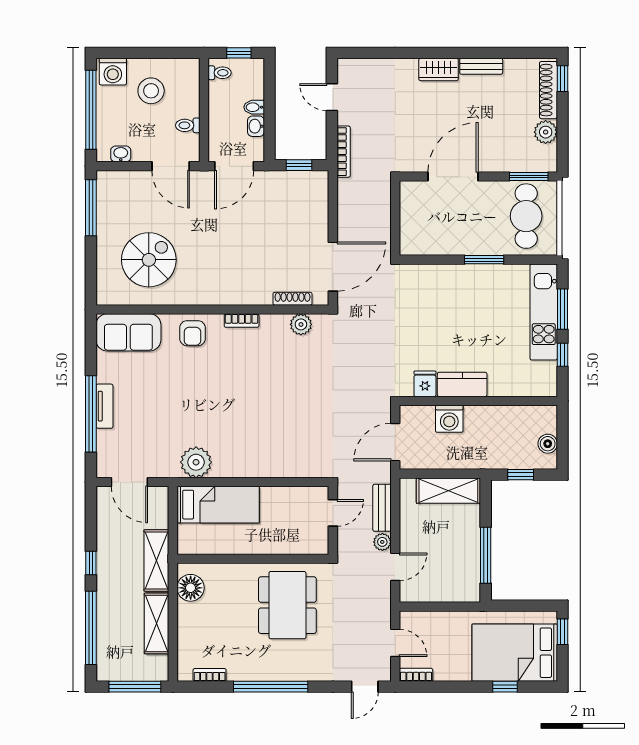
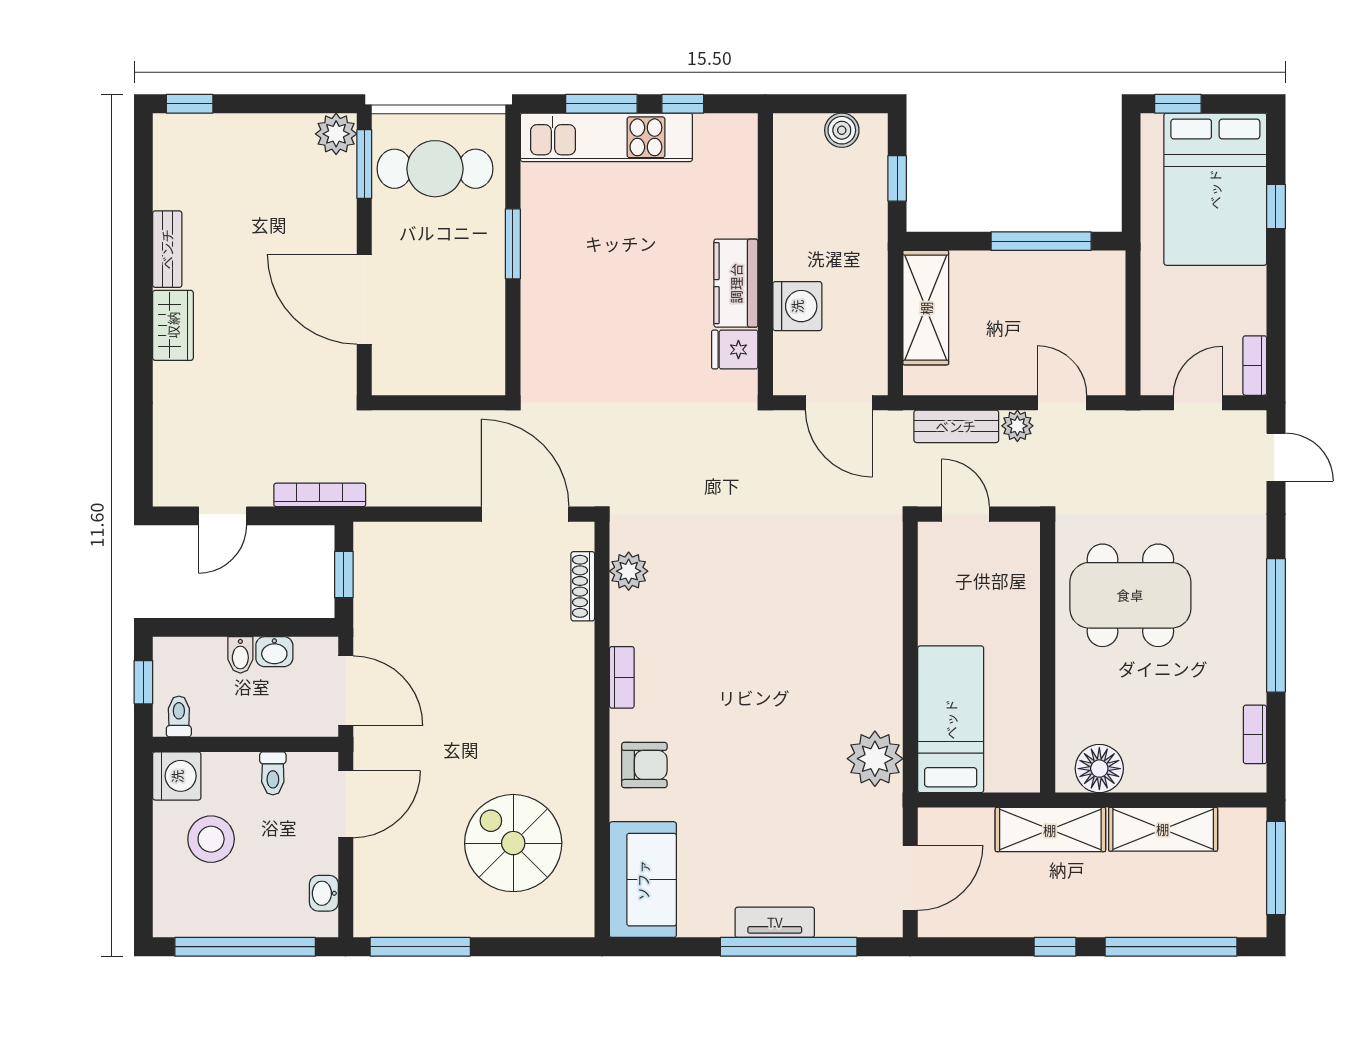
washing machine: (113, 72) -> (177, 776), moved
shoe rack: (548, 90) -> (210, 129), removed
plant: (546, 132) -> (336, 134), moved

